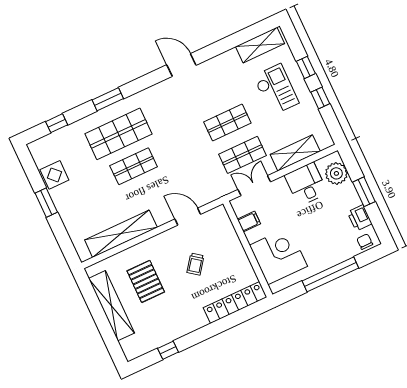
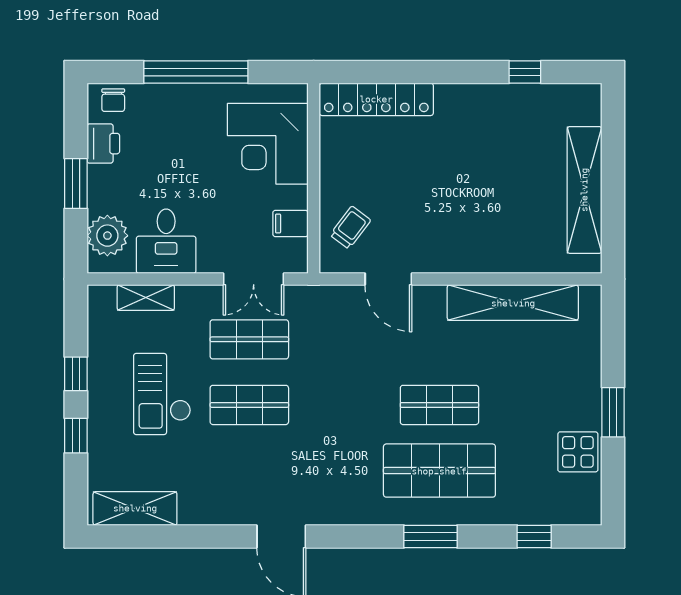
checkout: (276, 90) -> (162, 394), moved
shelving: (295, 153) -> (146, 298), width x0.67, depth x0.75
trolley: (195, 264) -> (350, 228), moved
pallet: (146, 281) -> (509, 204), removed

